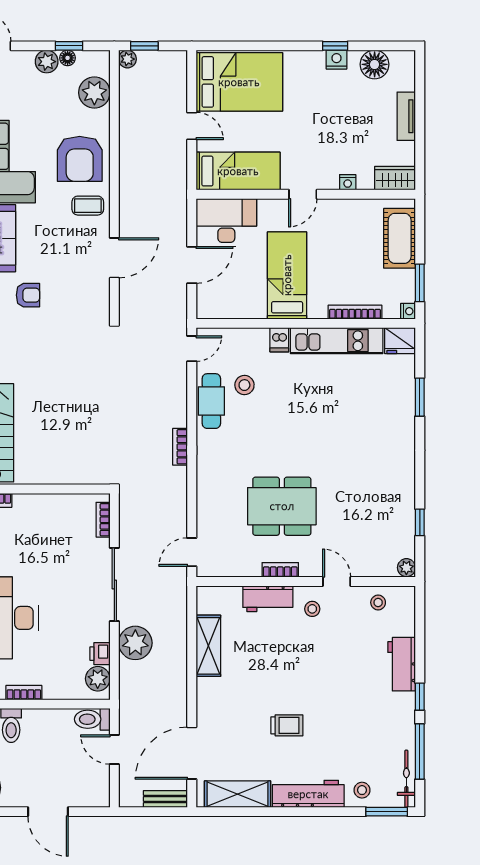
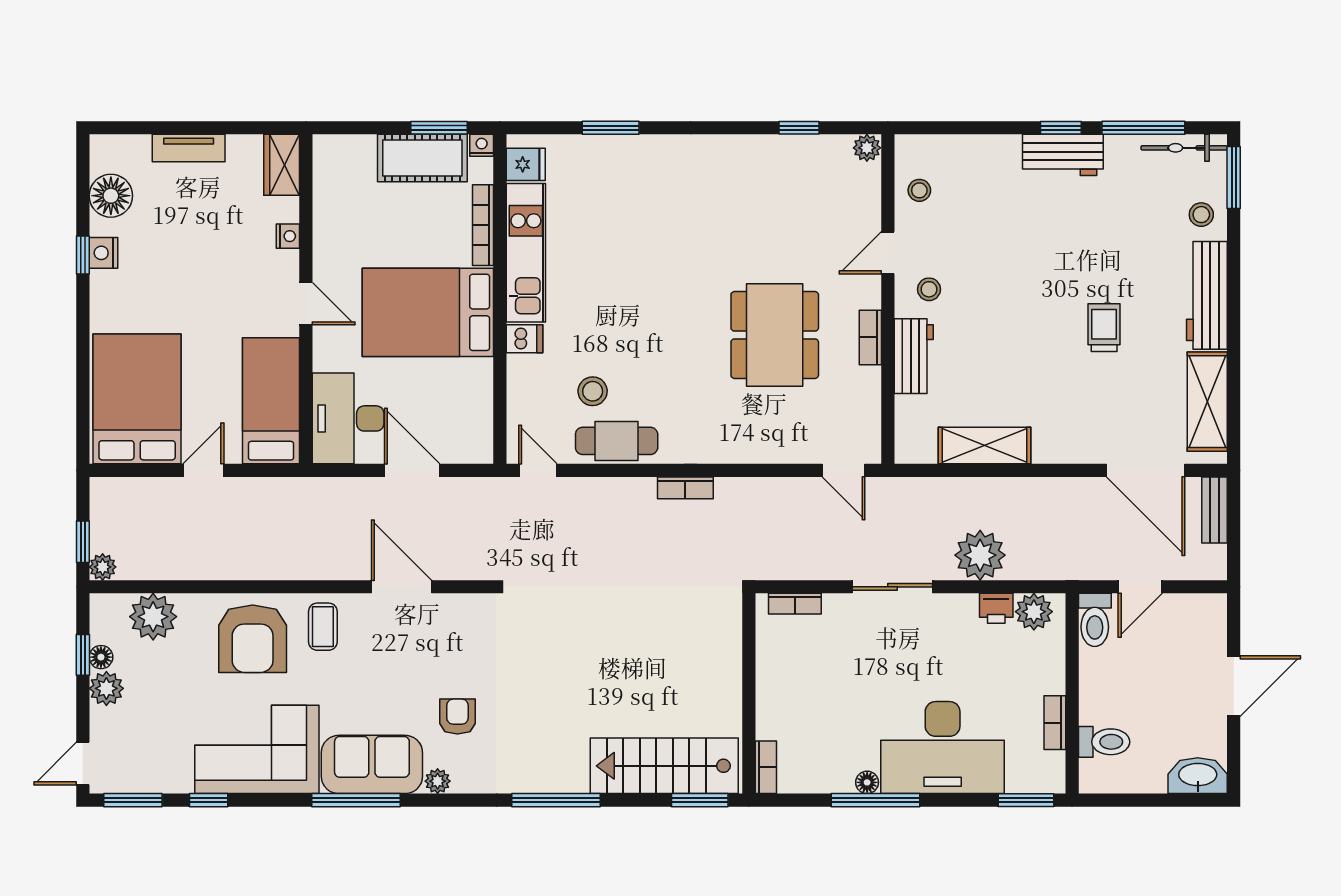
armchair: (80, 159) -> (253, 639), turned 90
cot: (400, 238) -> (422, 158), moved
bed: (287, 275) -> (428, 312), width x1.50
fridge: (400, 341) -> (526, 164), width x0.72
sliding door: (114, 585) -> (892, 587), width x0.73
workbench: (402, 664) -> (1063, 155), moved

